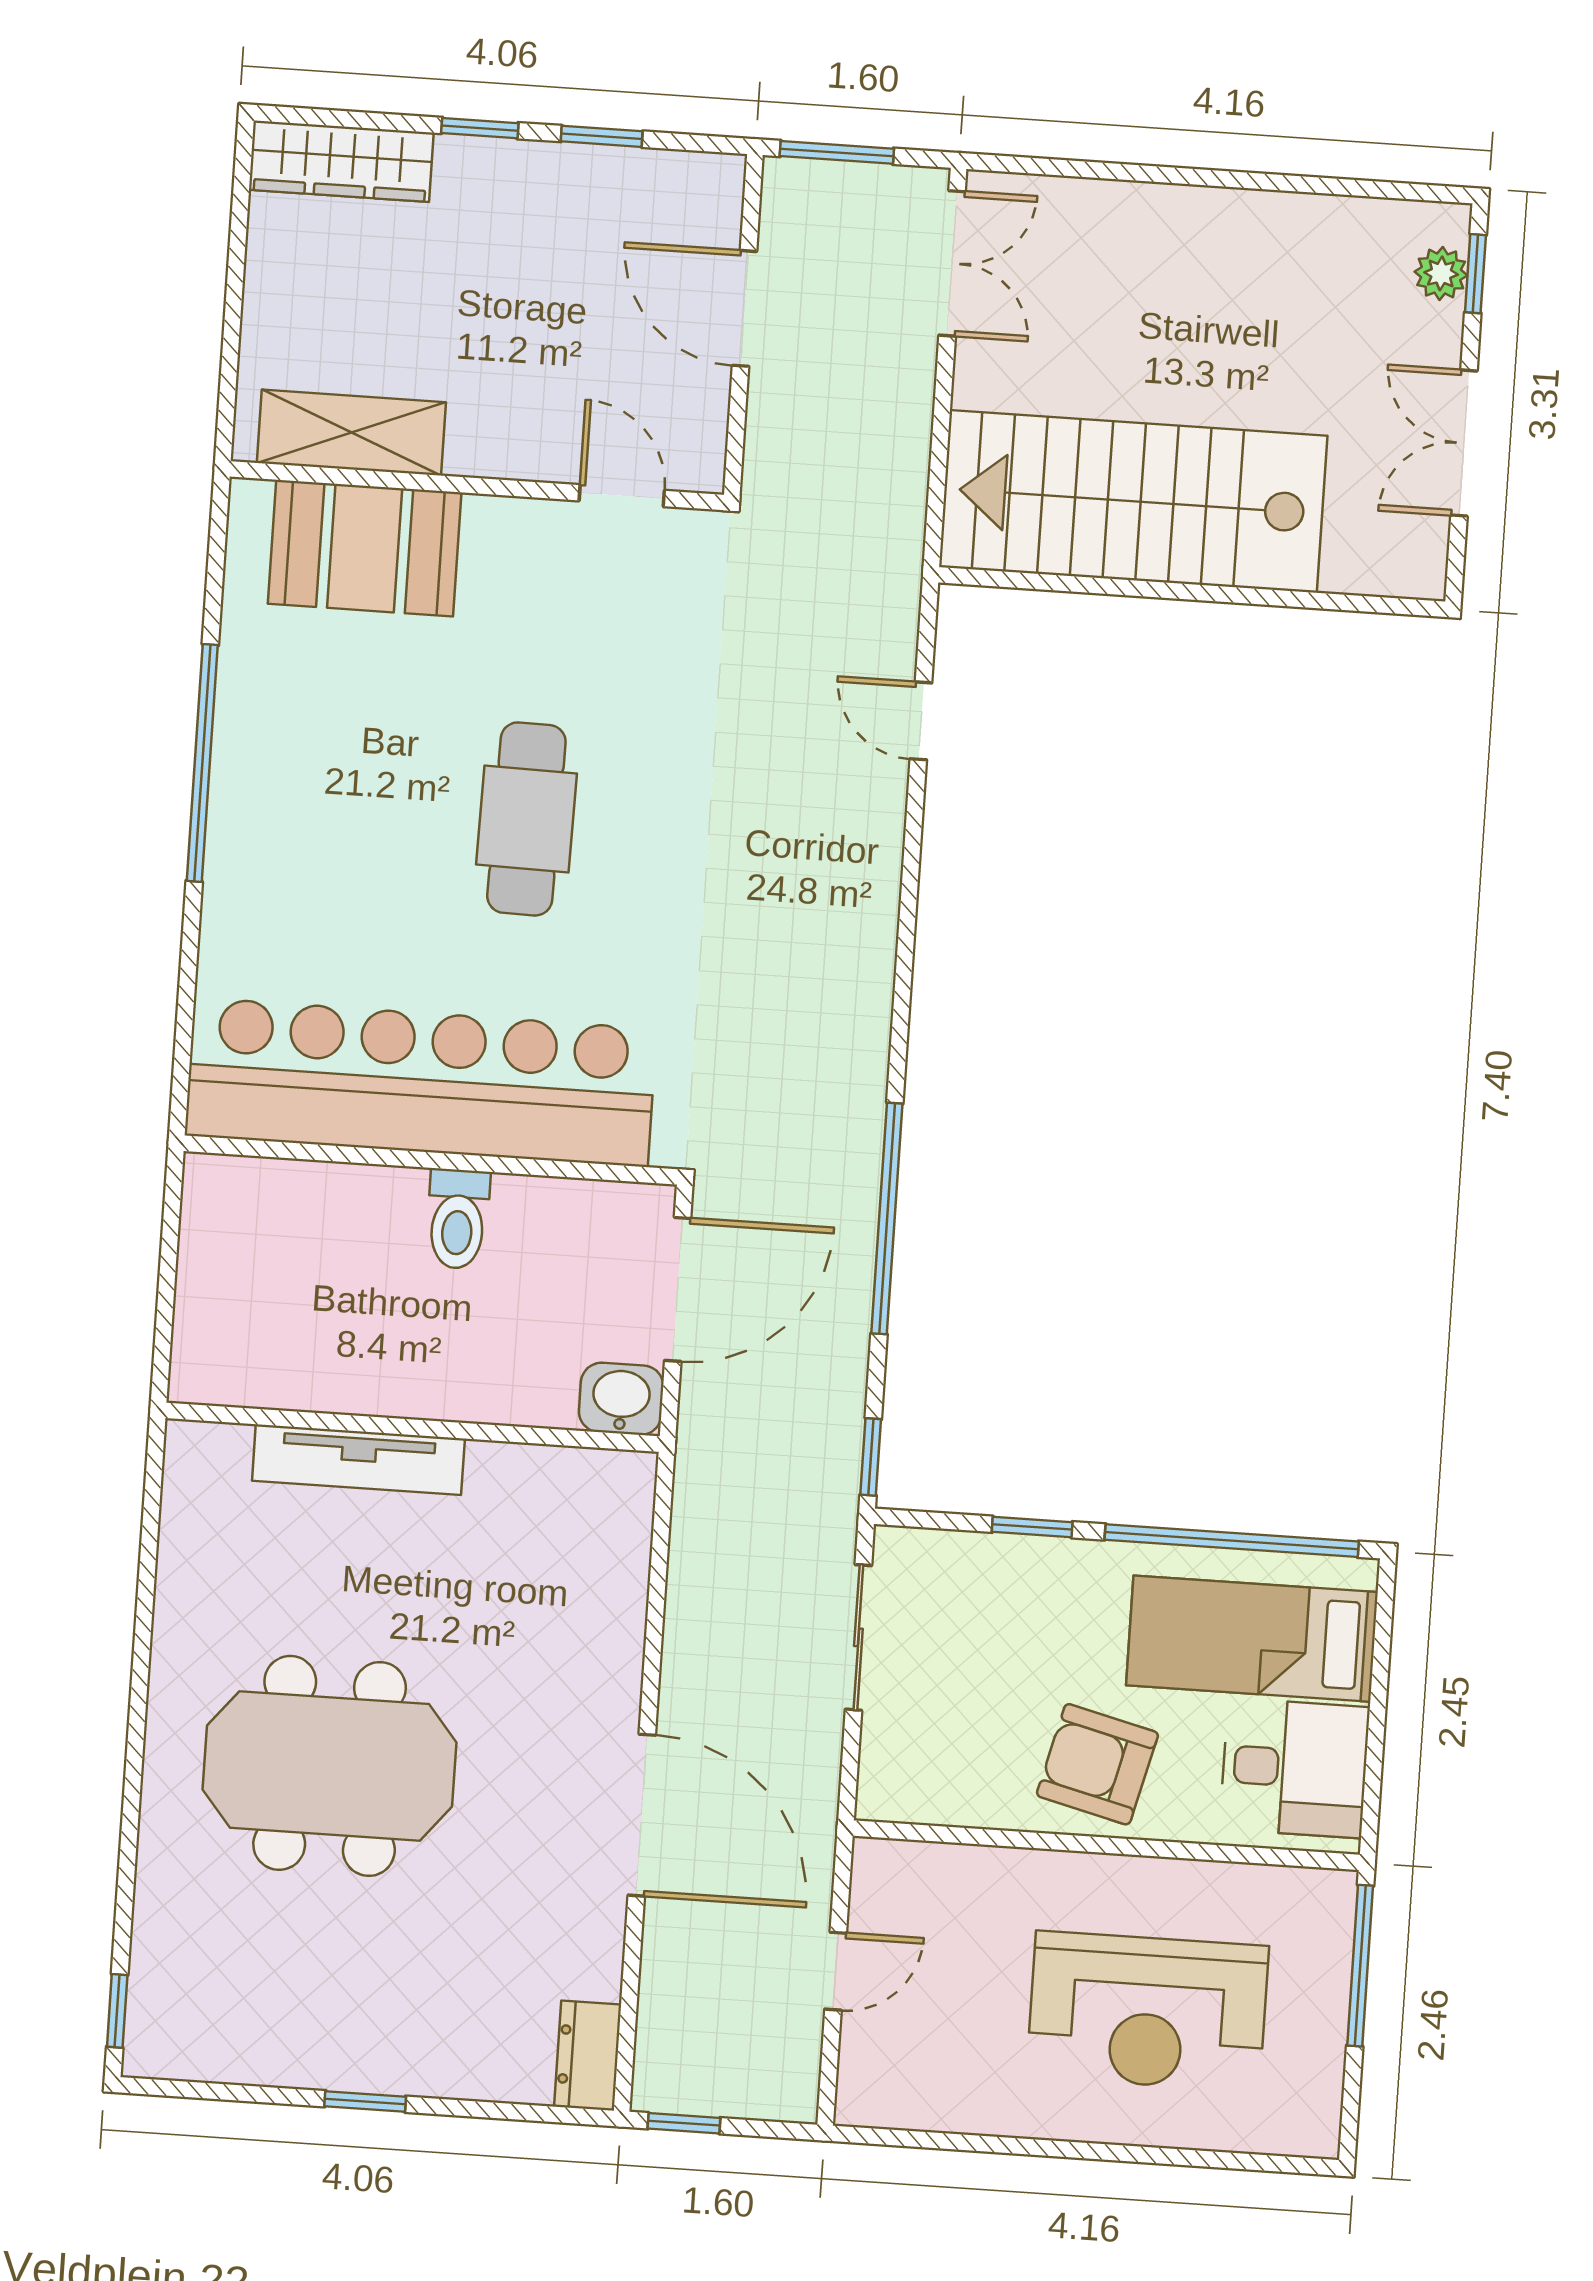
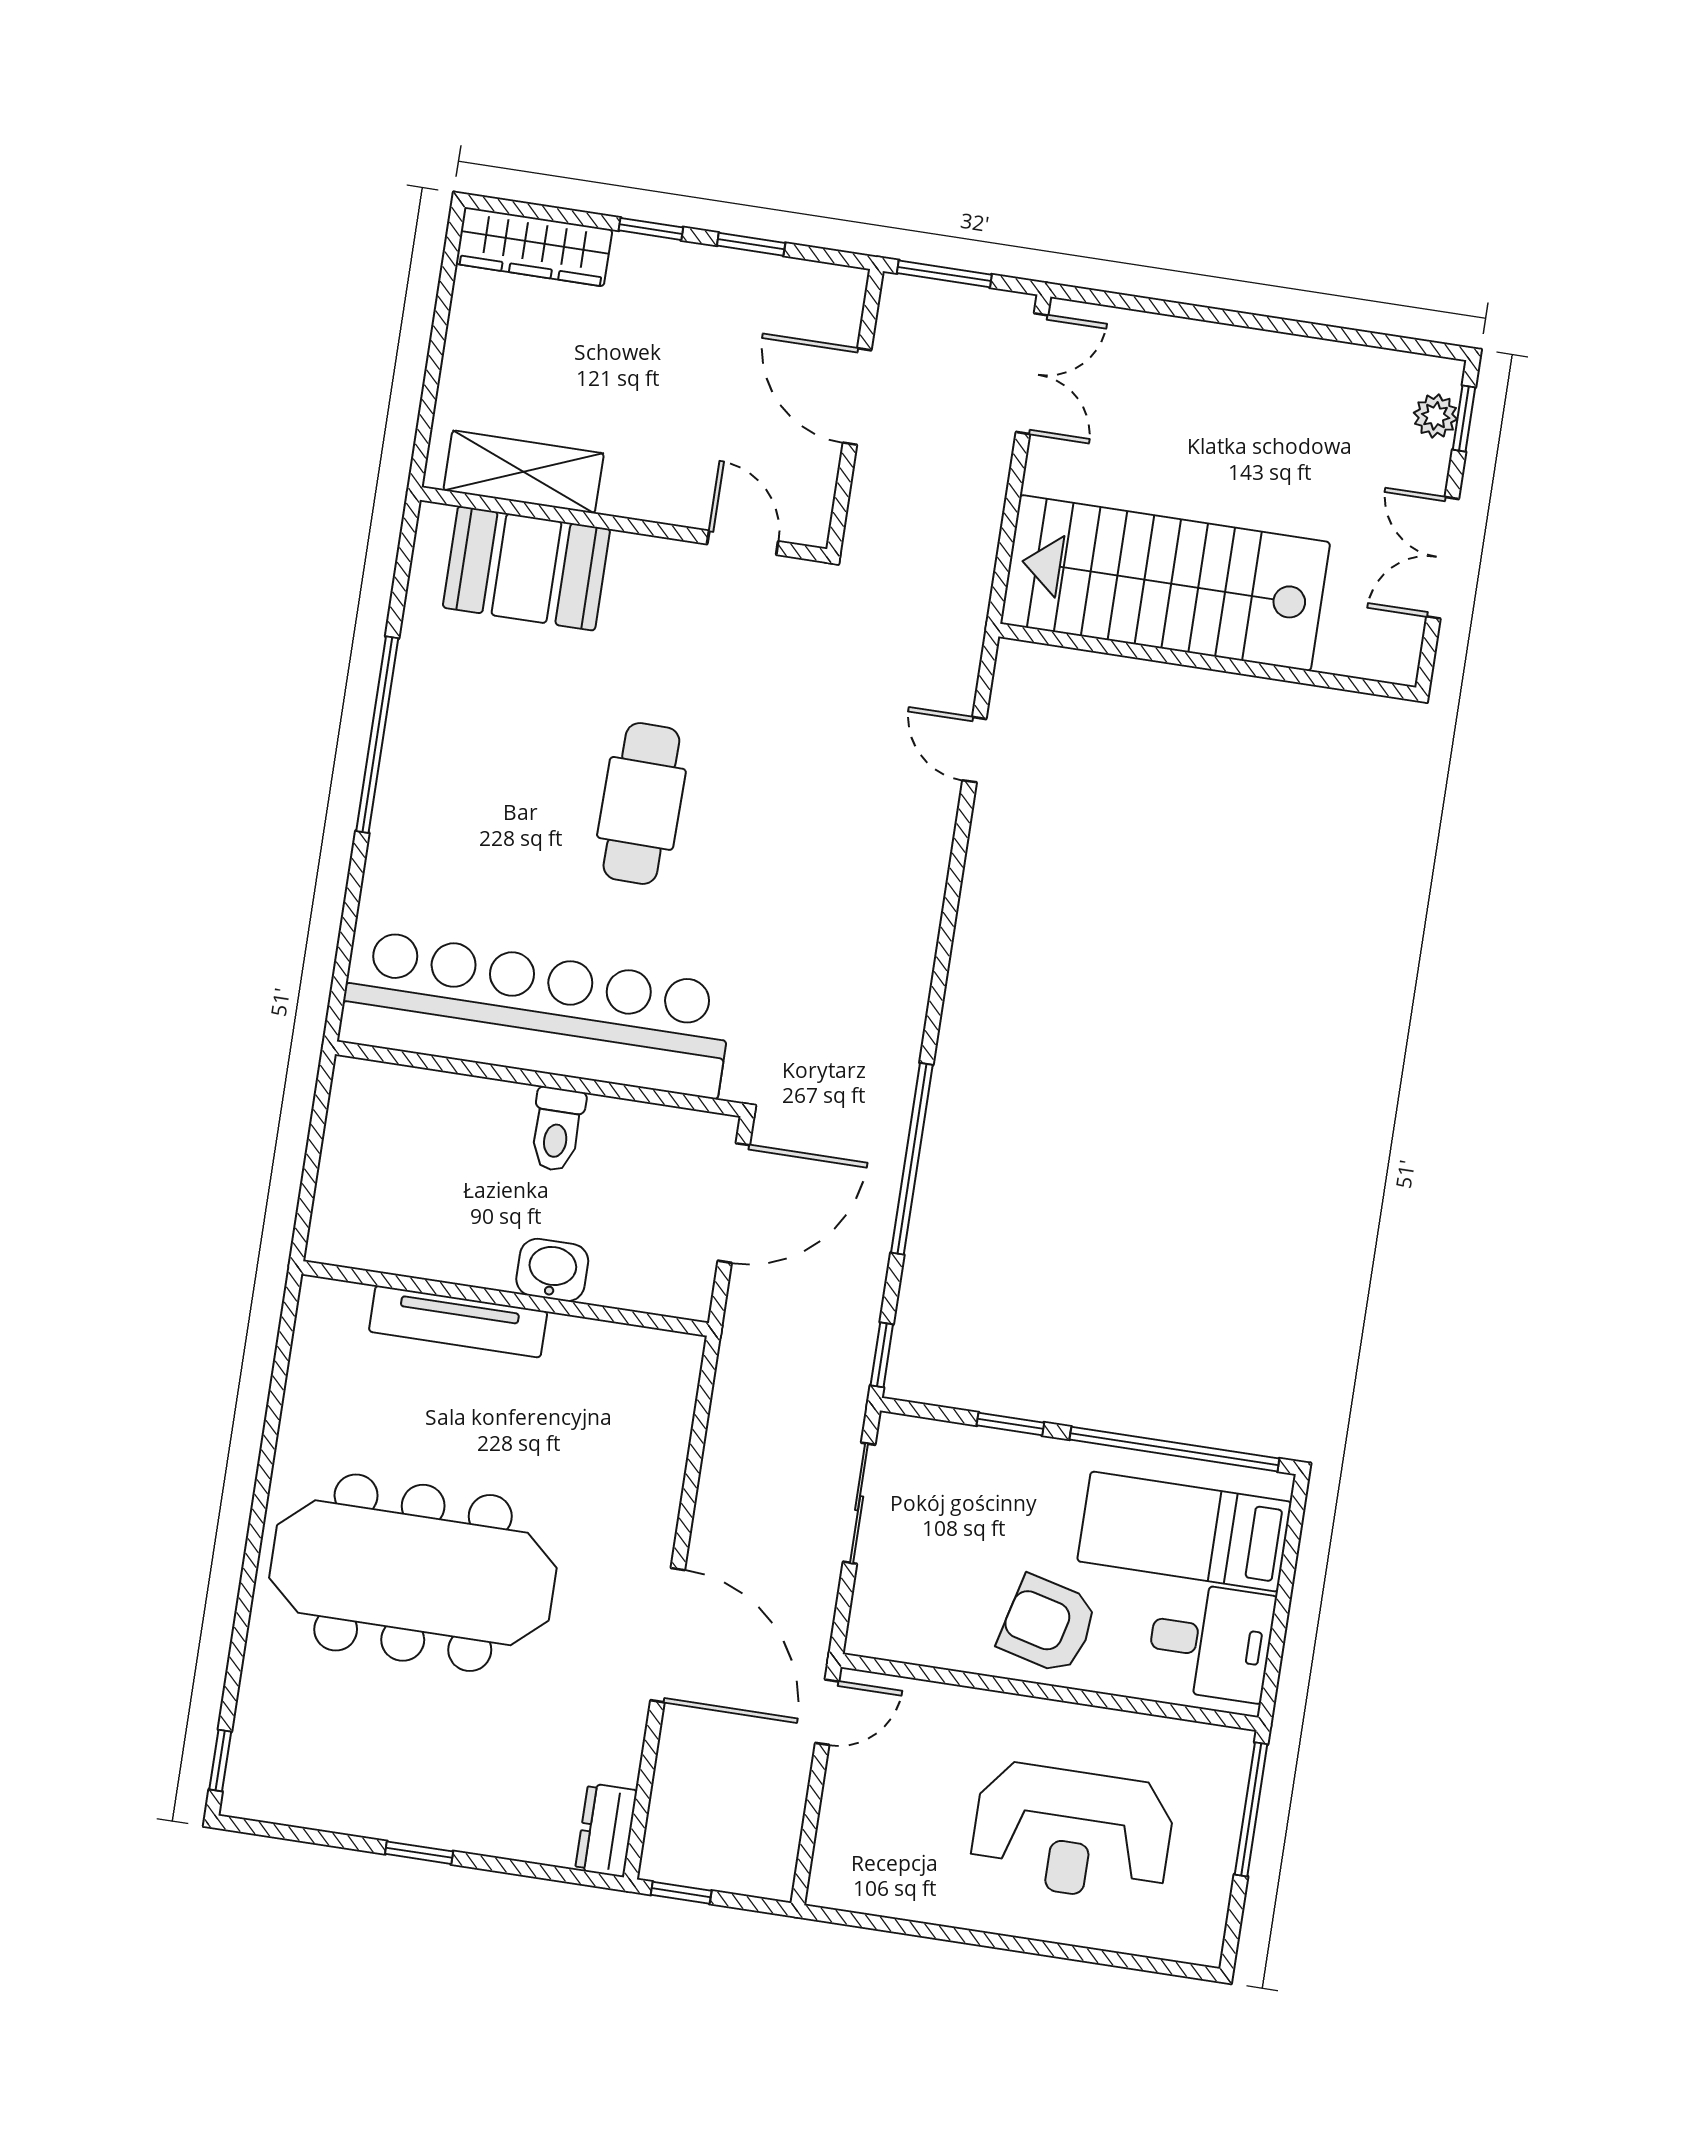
washbasin: (621, 1399) -> (552, 1270), moved
meeting table: (330, 1766) -> (413, 1573), width x1.36
door: (836, 1971) -> (827, 1712), moved

